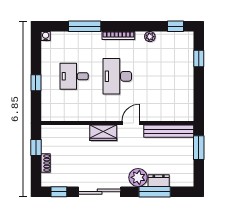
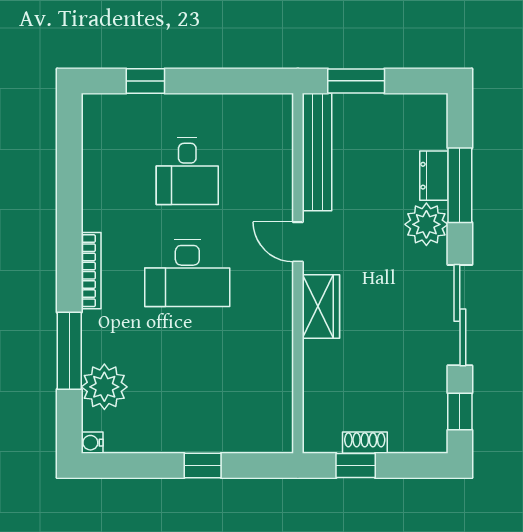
window: (176, 26) -> (69, 136), removed
plant: (150, 37) -> (104, 387), moved, width x1.87, depth x1.87
desk: (74, 76) -> (187, 171), moved
shoe rack: (46, 163) -> (365, 443), moved

